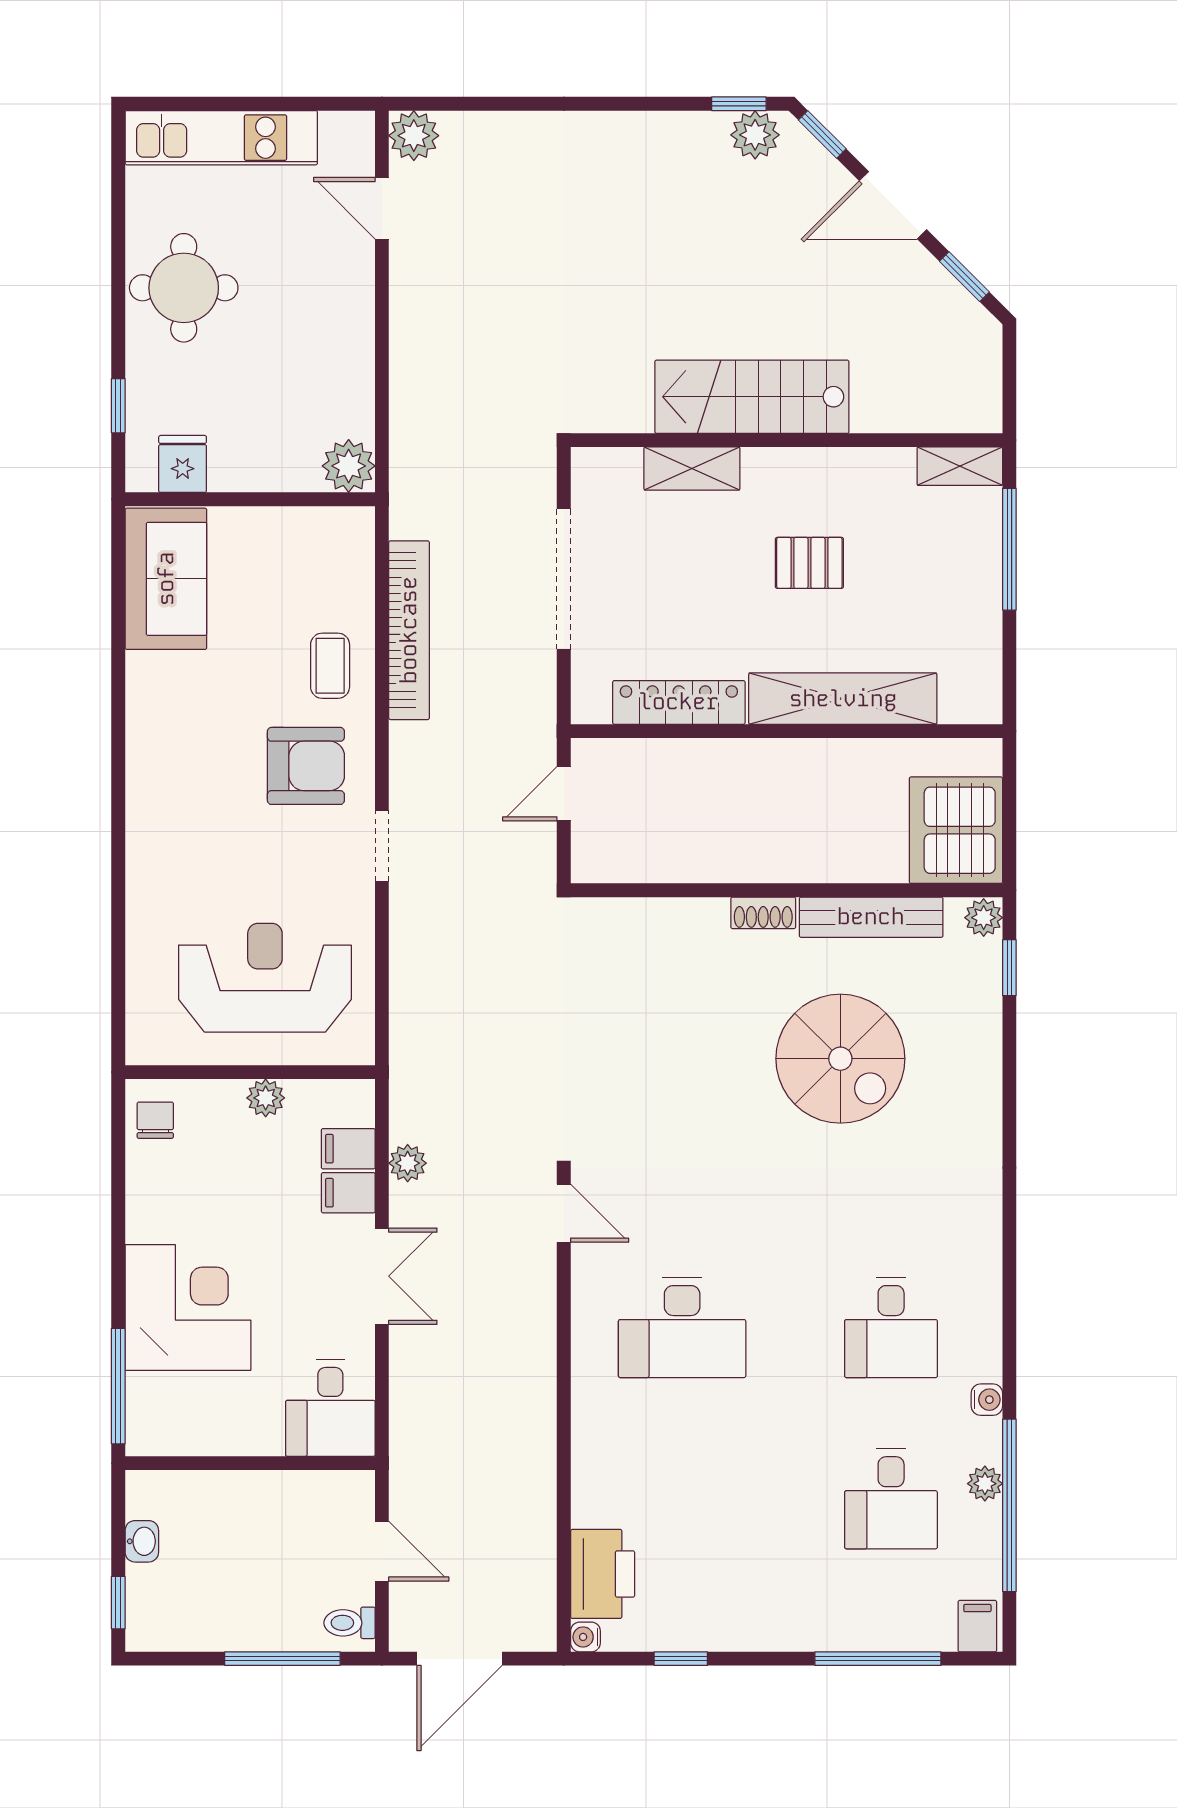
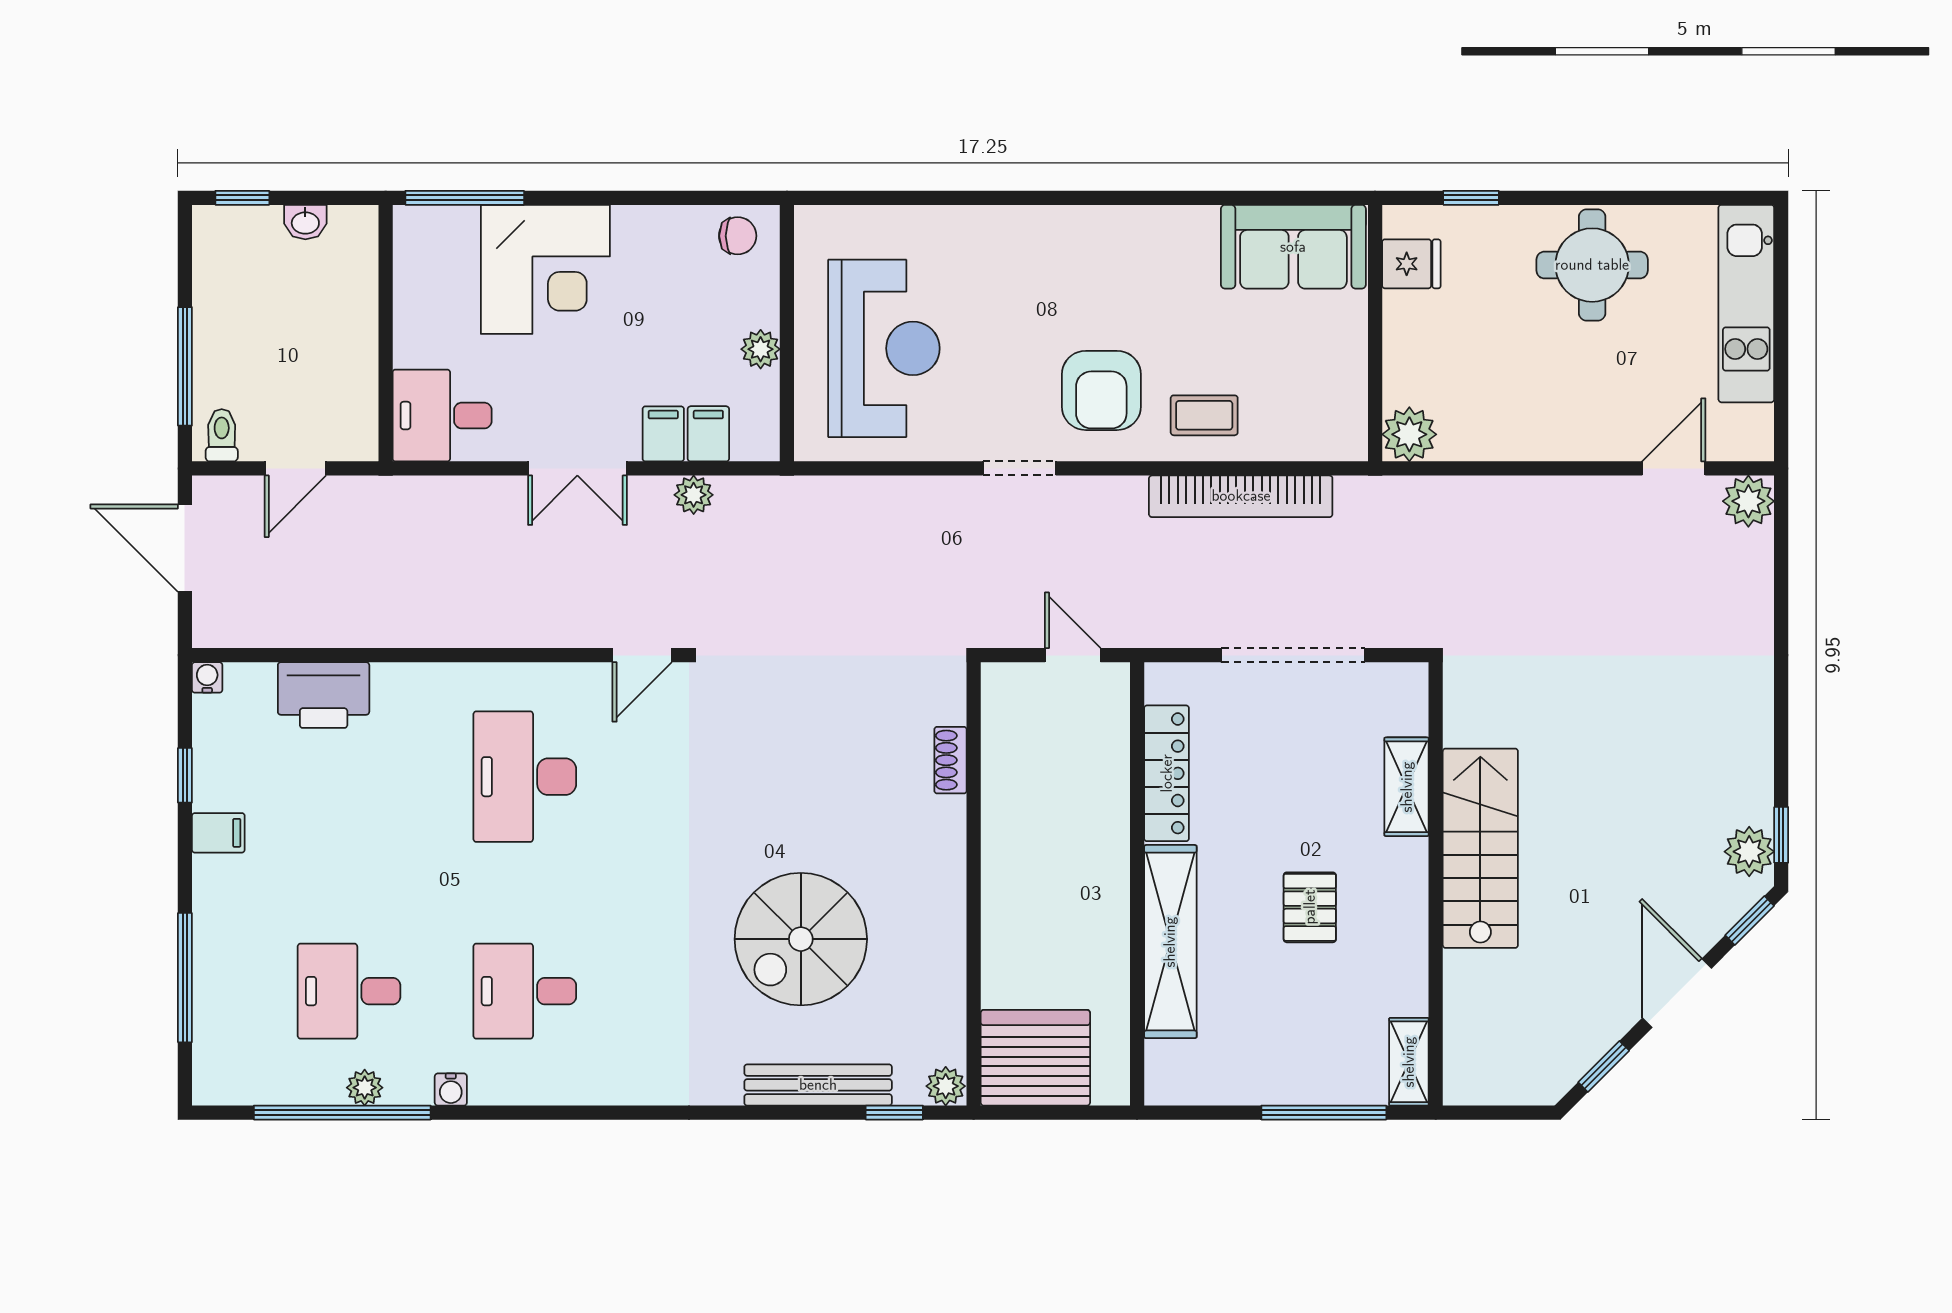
shoe rack: (763, 913) -> (950, 760), moved
bench: (871, 917) -> (818, 1085), moved, turned 90
printer: (603, 1574) -> (324, 695), moved
filing cabinet: (977, 1626) -> (218, 833), moved

